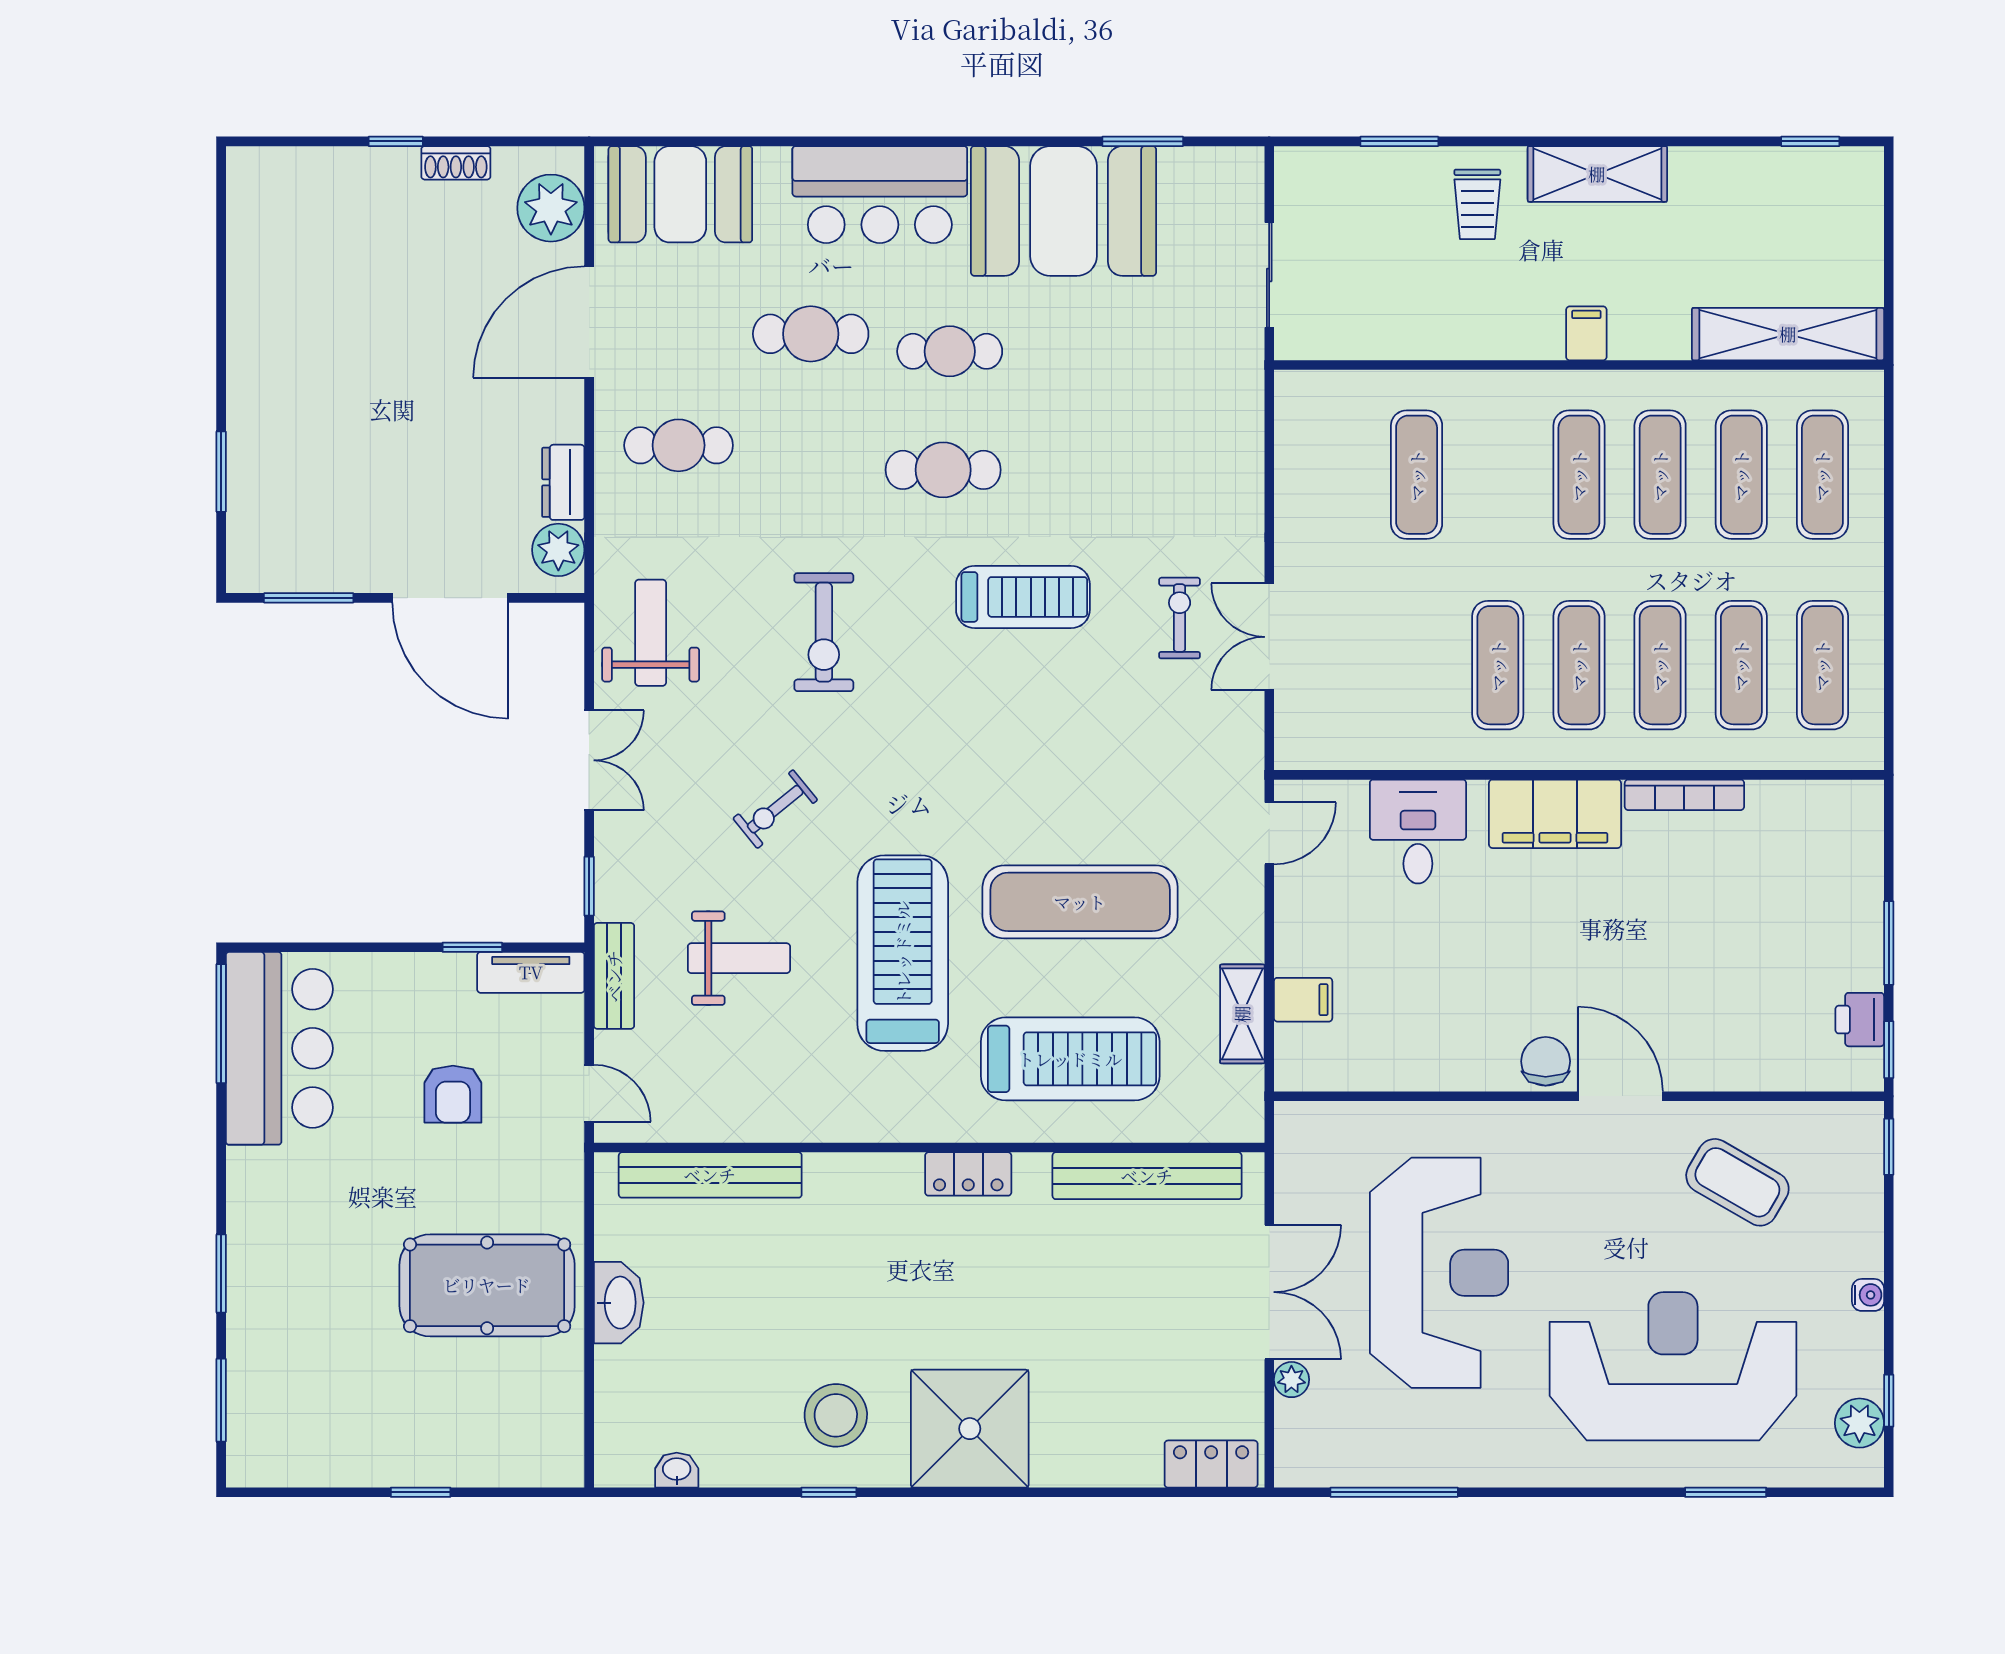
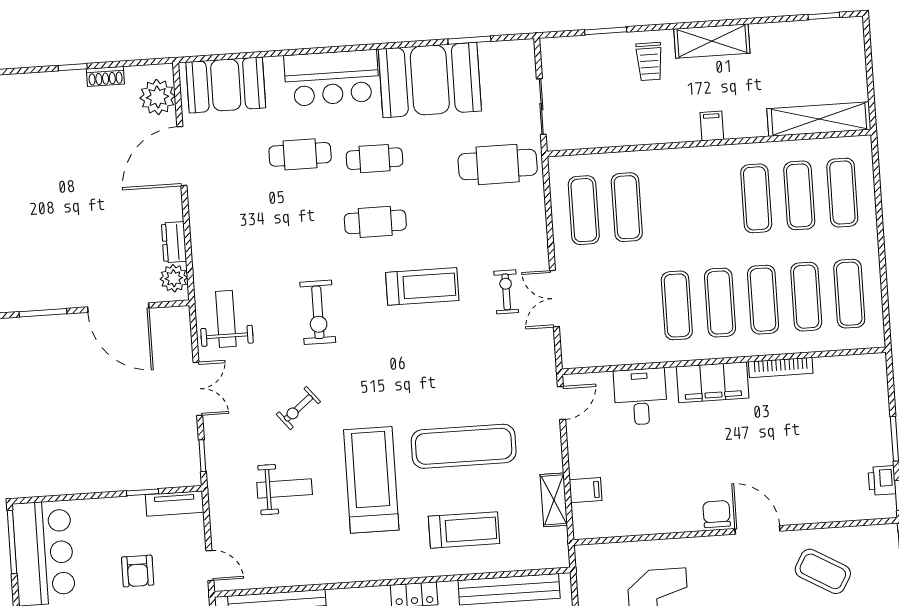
cafe table: (679, 445) -> (498, 164), moved, width x1.37, depth x1.35
exercise mat: (1579, 475) -> (584, 210), moved
bench: (614, 976) -> (219, 502), removed
treadmill: (1070, 1059) -> (464, 530), width x0.73, depth x0.73

